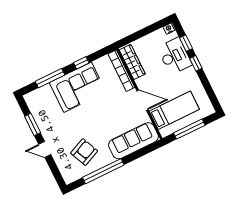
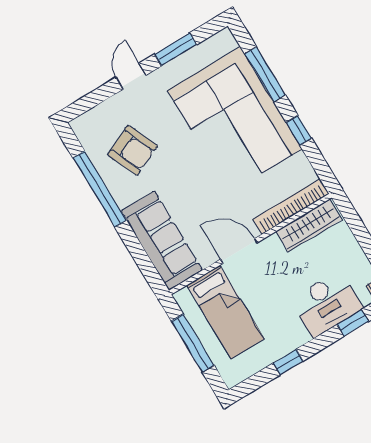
window: (196, 63) -> (288, 362), moved
corner sofa: (78, 87) -> (235, 120), width x1.36, depth x1.36
door: (142, 100) -> (239, 251), swing flipped

